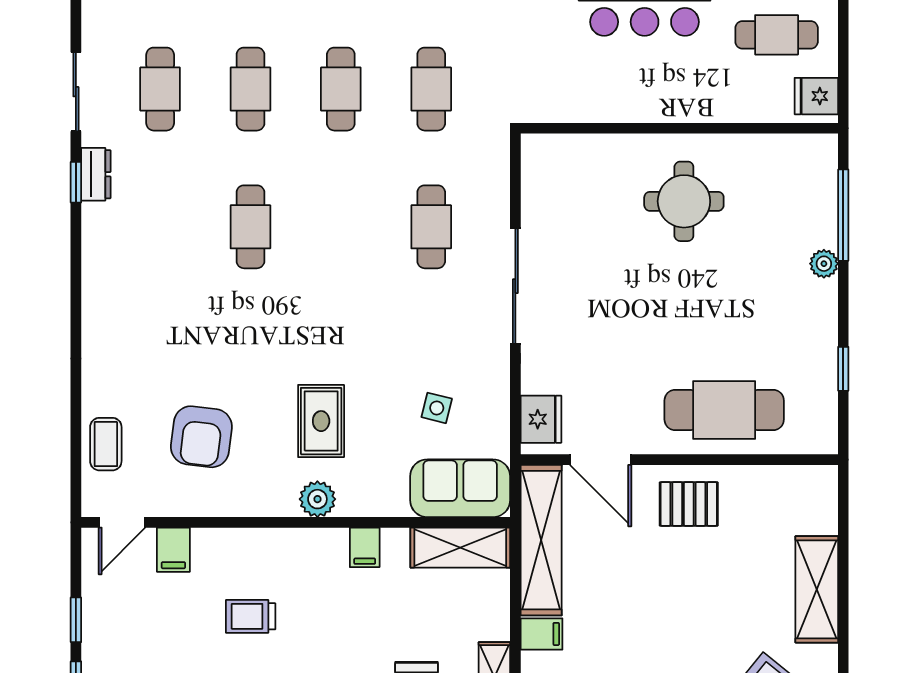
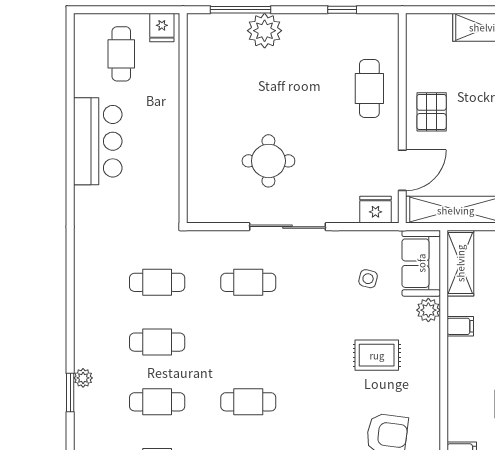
round table: (684, 201) -> (268, 161), moved
plant: (824, 264) -> (265, 31), width x1.87, depth x1.87
cafe table: (724, 410) -> (369, 89), width x0.73, depth x0.74
plant: (317, 499) -> (428, 310), moved

